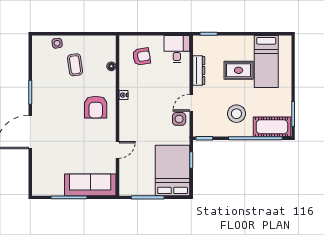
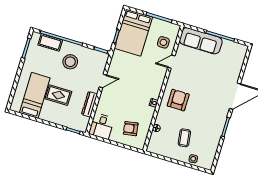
side table: (179, 119) -> (163, 42), moved
cot: (272, 127) -> (50, 42), width x0.73, depth x0.75

